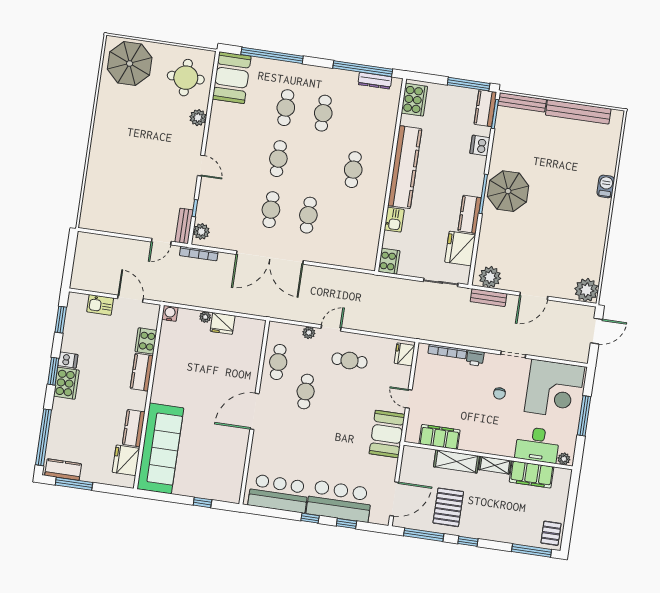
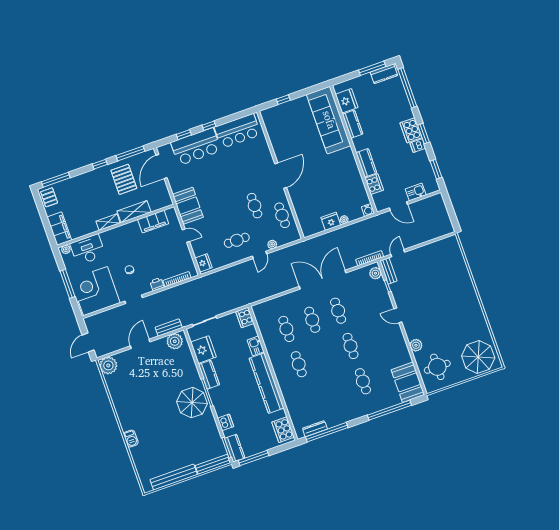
cafe table: (323, 113) -> (286, 329), moved
filing cabinet: (532, 474) -> (59, 229), moved, turned 90

